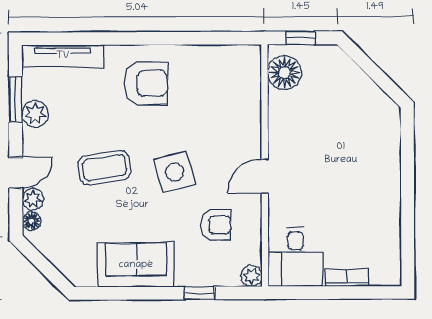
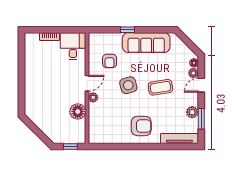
floor lamp: (284, 73) -> (78, 112), moved
armchair: (146, 83) -> (141, 126), turned 180
armchair: (216, 225) -> (110, 61), turned -90
sofa: (136, 265) -> (146, 43), width x1.36
plant: (252, 276) -> (93, 97), moved
window: (200, 293) -> (127, 30), moved

